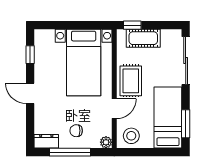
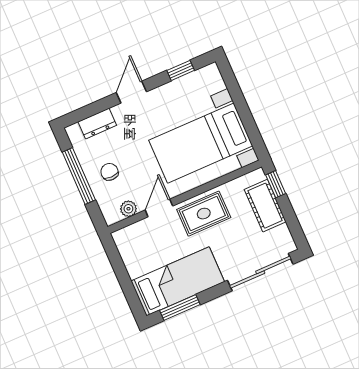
door: (114, 109) -> (159, 208), swing flipped
stool: (131, 136) -> (134, 245), removed
dresser: (46, 141) -> (97, 124), moved, turned 90
plant: (106, 142) -> (128, 209), moved

